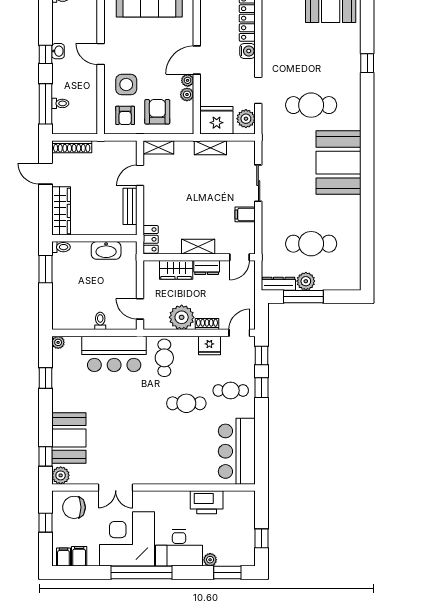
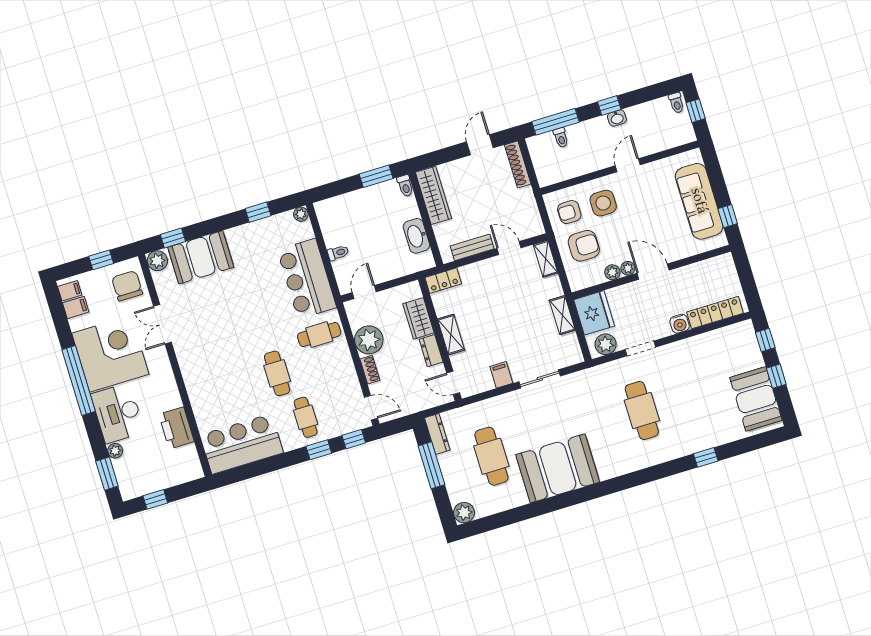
booth: (338, 163) -> (558, 468), moved
wardrobe: (61, 211) -> (433, 195), moved, turned -90
plant: (306, 281) -> (464, 513), moved
fridge: (209, 345) -> (347, 379), removed

